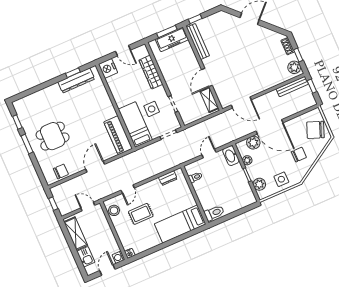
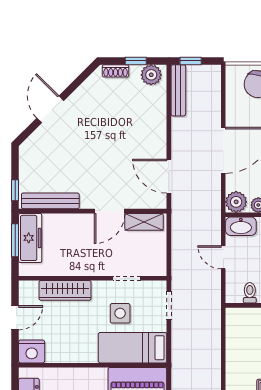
door: (207, 78) -> (110, 211), hinge flipped
door: (241, 102) -> (169, 176), swing flipped
plant: (253, 143) -> (236, 202), moved
dresser: (168, 178) -> (233, 334), removed

